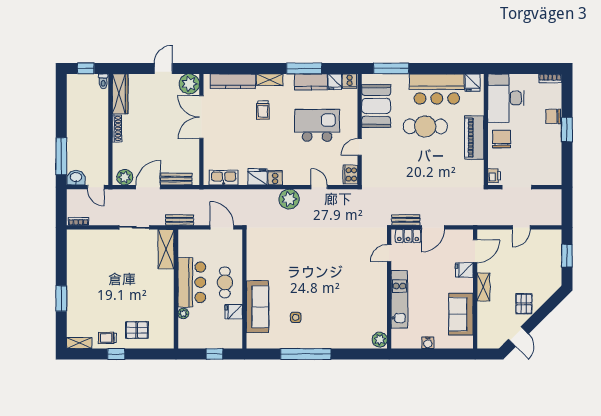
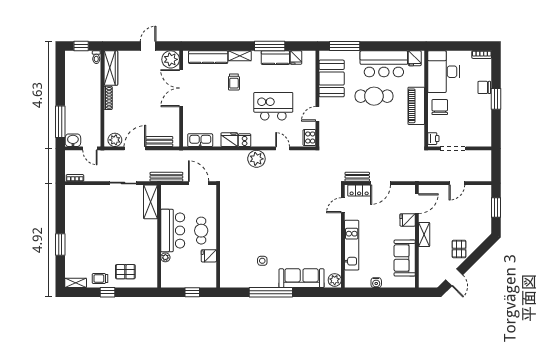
cooker: (350, 81) -> (309, 57), removed
kitchen island: (317, 125) -> (273, 106), moved
bench: (180, 220) -> (166, 177), width x1.36
sofa: (257, 307) -> (302, 278), moved, turned -90

